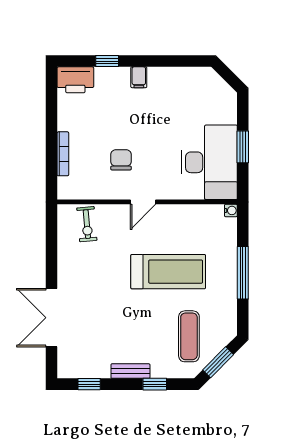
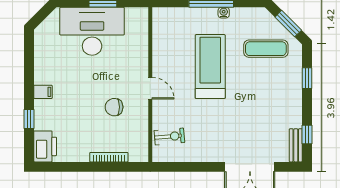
desk: (209, 162) -> (92, 31), moved
water cooler: (231, 210) -> (224, 13), moved
bench: (130, 371) -> (296, 145), moved

